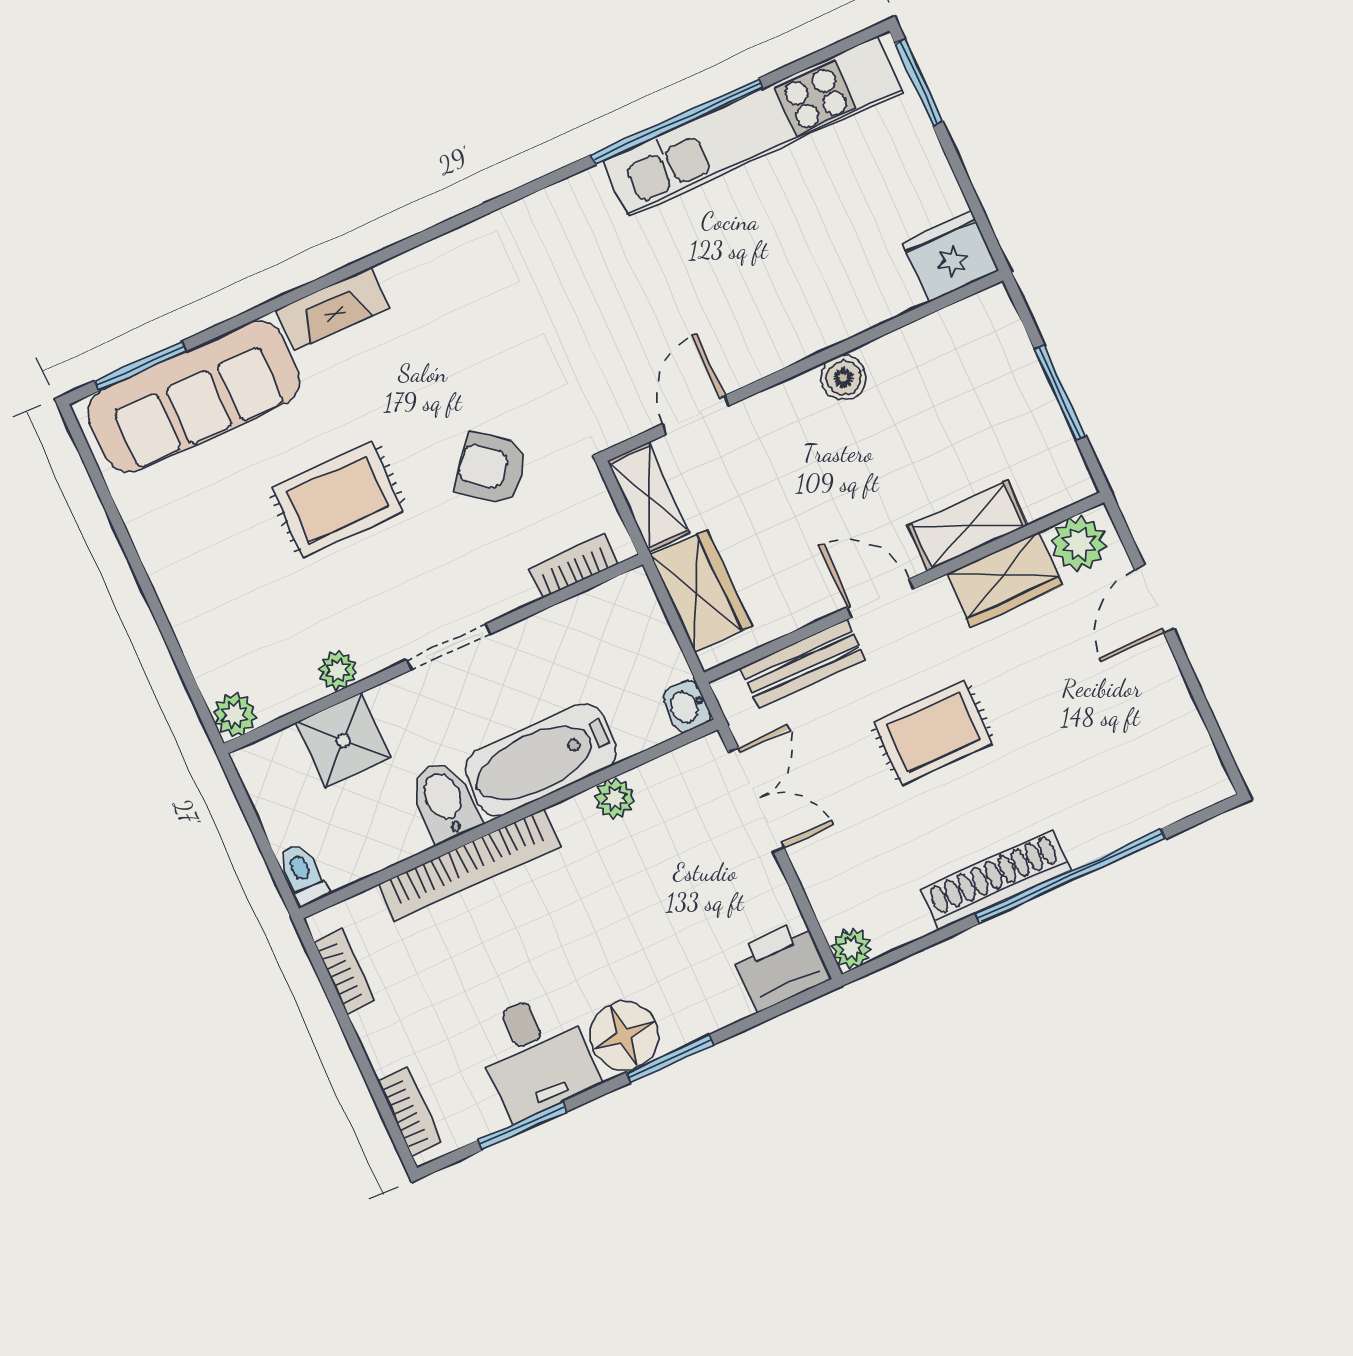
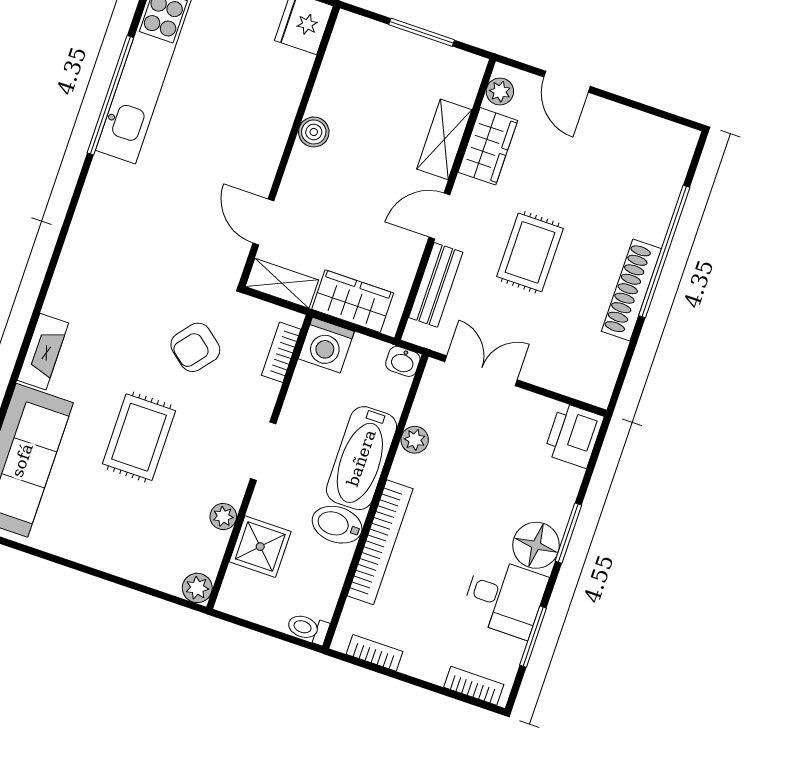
plant: (1079, 544) -> (500, 91), width x0.73, depth x0.73
washing machine: (627, 607) -> (326, 345), added
plant: (851, 948) -> (598, 393), removed

